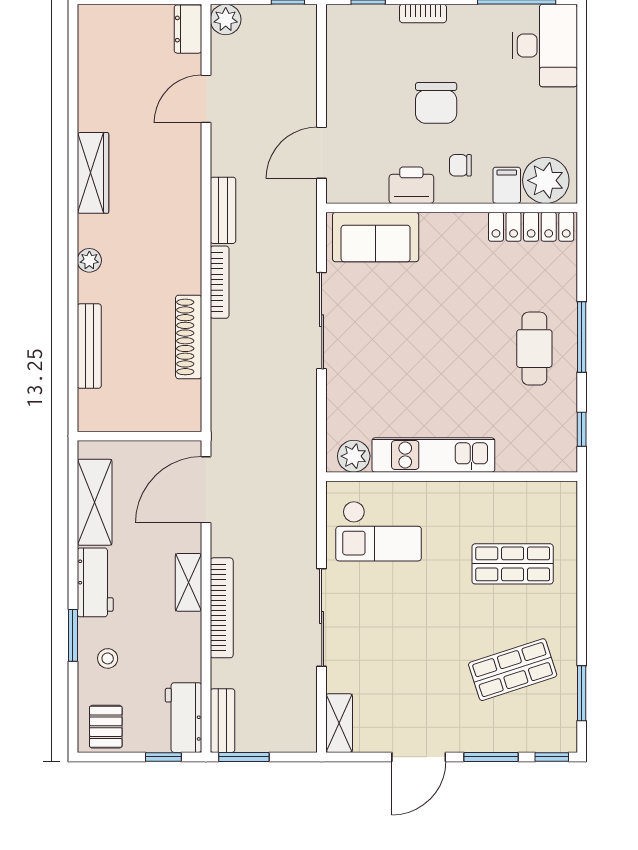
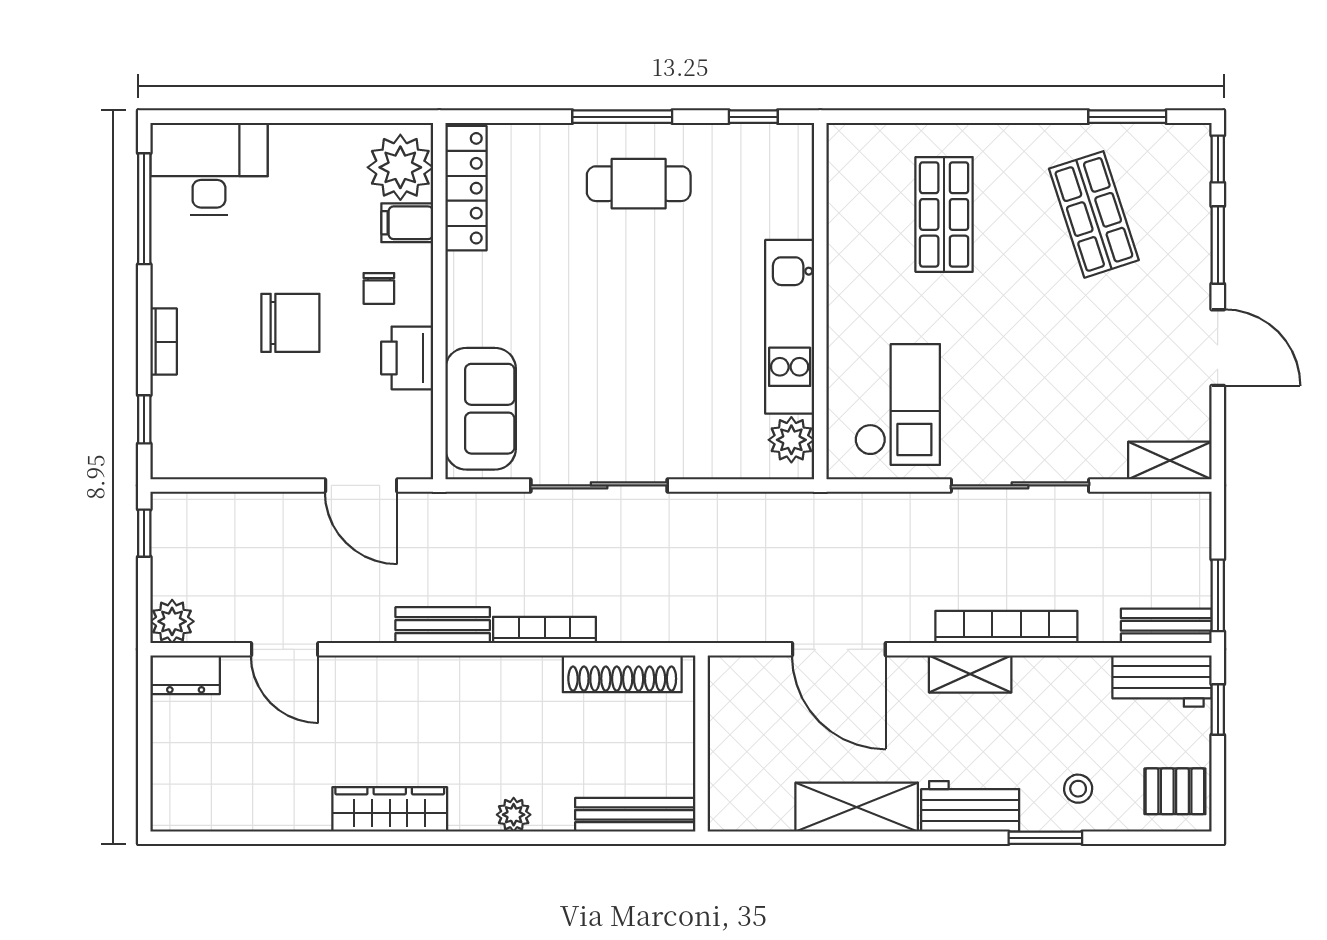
wall: (139, 436) -> (701, 744), moved

